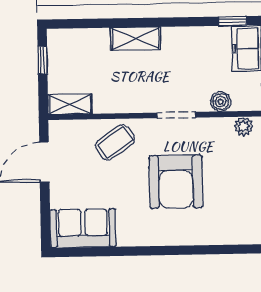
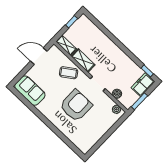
shelving: (136, 39) -> (83, 61), moved
armchair: (176, 182) -> (76, 106), turned 180

